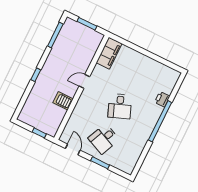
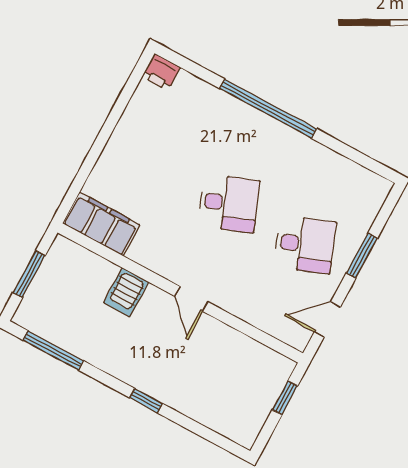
door: (84, 81) -> (191, 299), moved
printer: (162, 99) -> (161, 72), moved
server rack: (63, 101) -> (126, 292), moved
desk: (104, 139) -> (305, 244), turned -45

